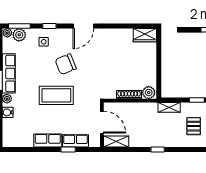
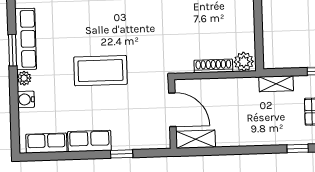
chair: (66, 64) -> (113, 22), removed
row of seats: (75, 141) -> (46, 143), moved
window: (158, 149) -> (298, 148), moved

